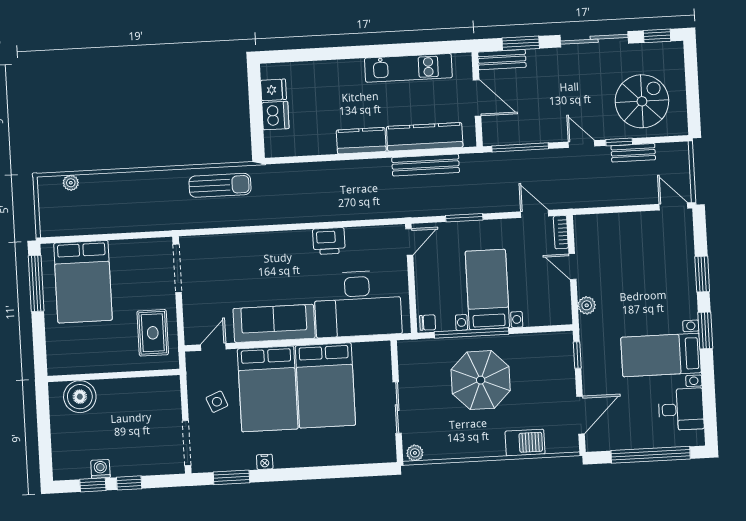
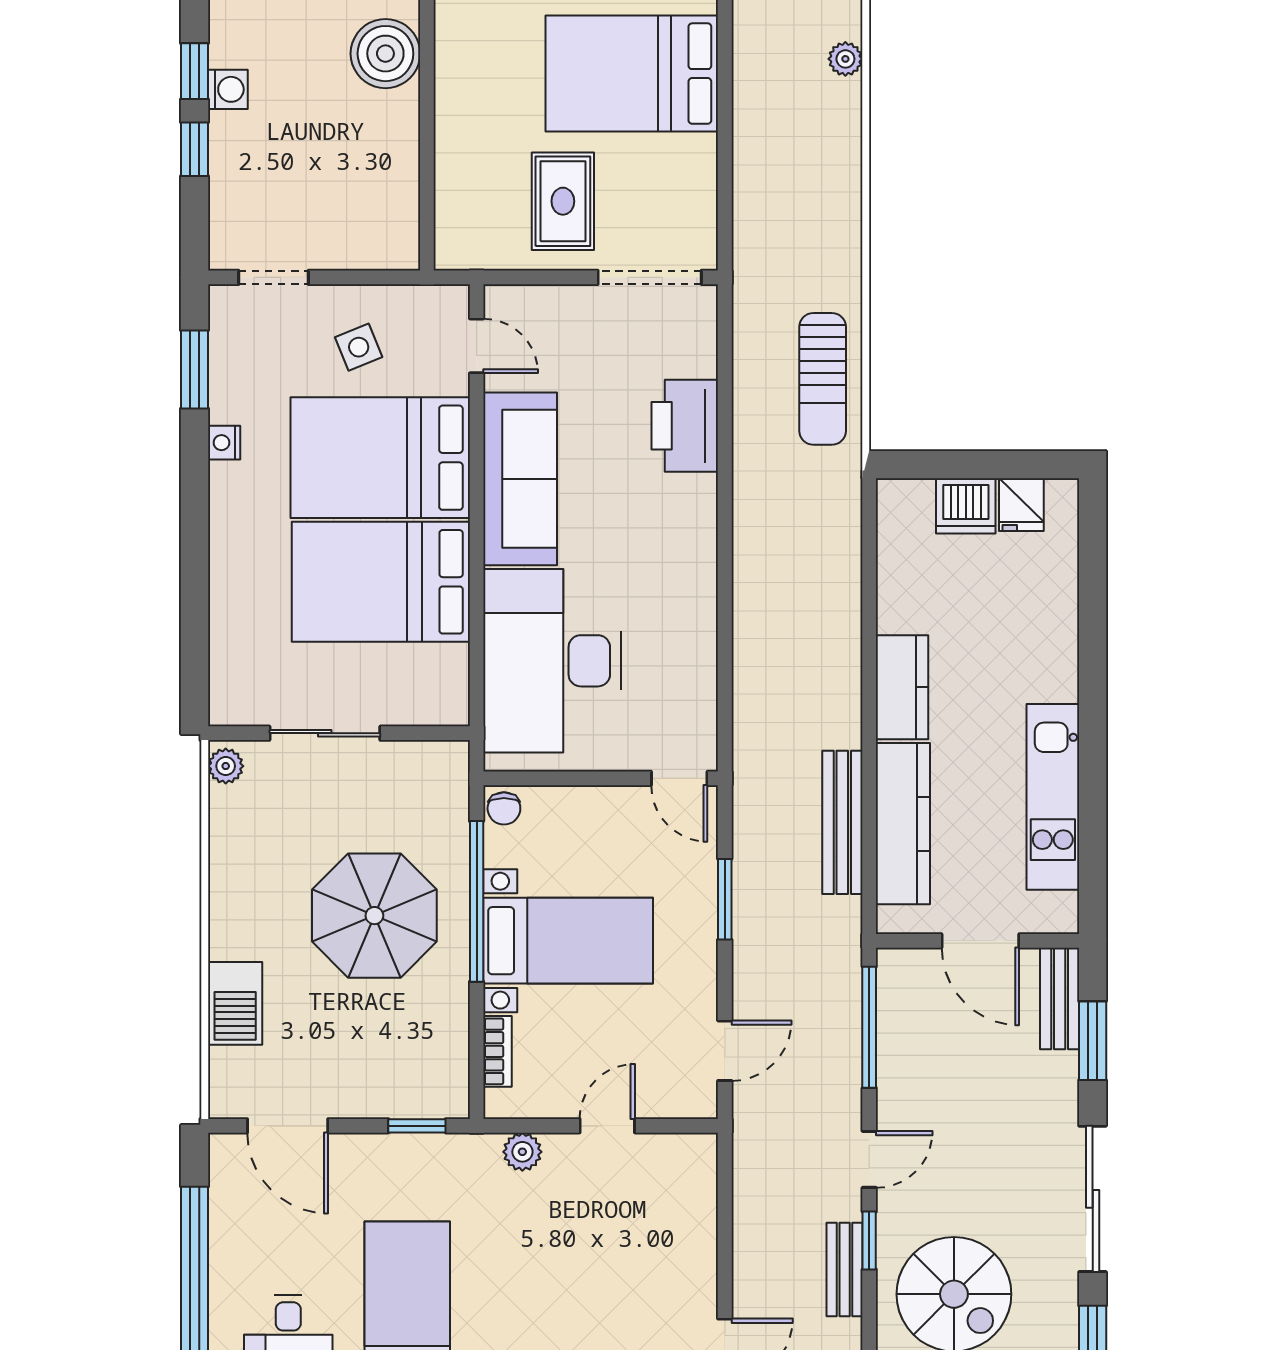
door: (477, 98) -> (980, 941), hinge flipped
bookcase: (561, 232) -> (498, 1051), moved, turned 90
printer: (329, 241) -> (685, 426), moved, width x1.37, depth x1.19
rug: (153, 333) -> (563, 201), moved, turned 90
doorway: (187, 443) -> (274, 277), width x0.73

